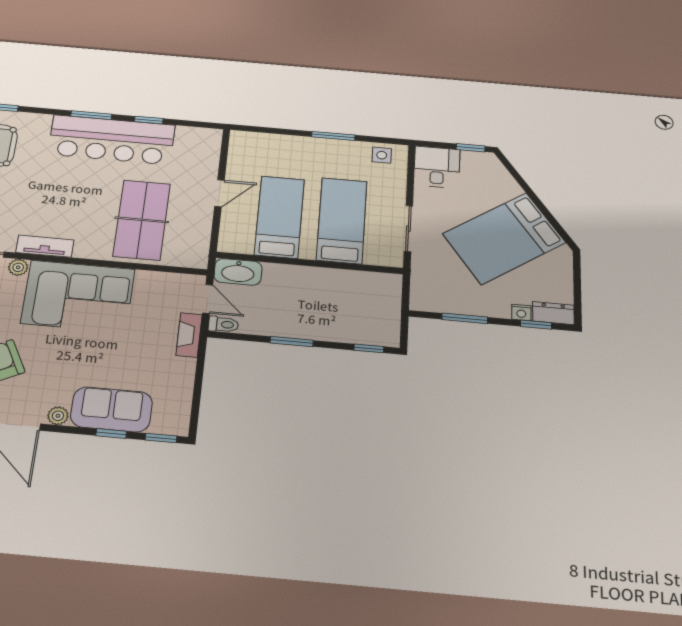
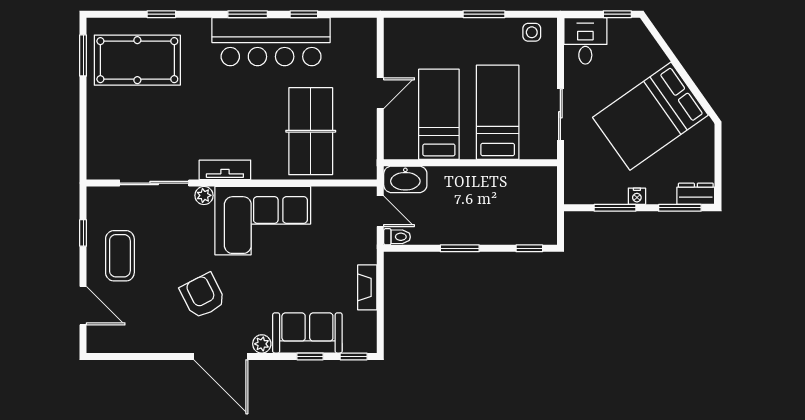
nightstand: (521, 312) -> (637, 196), moved
window: (536, 325) -> (680, 208), width x1.50
fireplace: (189, 335) -> (367, 287), moved

